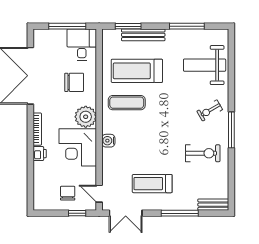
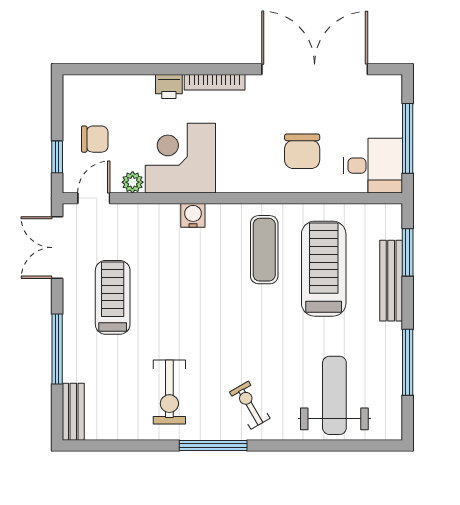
plant: (86, 117) -> (133, 182), moved, width x0.53, depth x0.53

